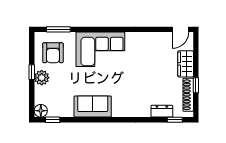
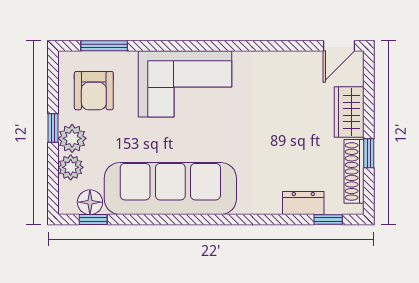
plant: (41, 93) -> (71, 167), added
sofa: (93, 107) -> (170, 188), width x1.85, depth x1.27
floor lamp: (41, 111) -> (90, 202), moved

